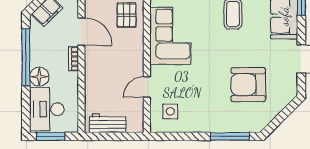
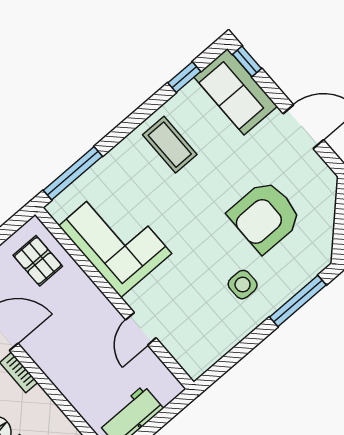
side table: (170, 111) -> (243, 285), moved

